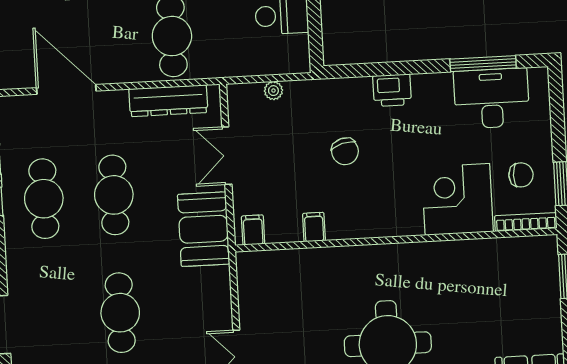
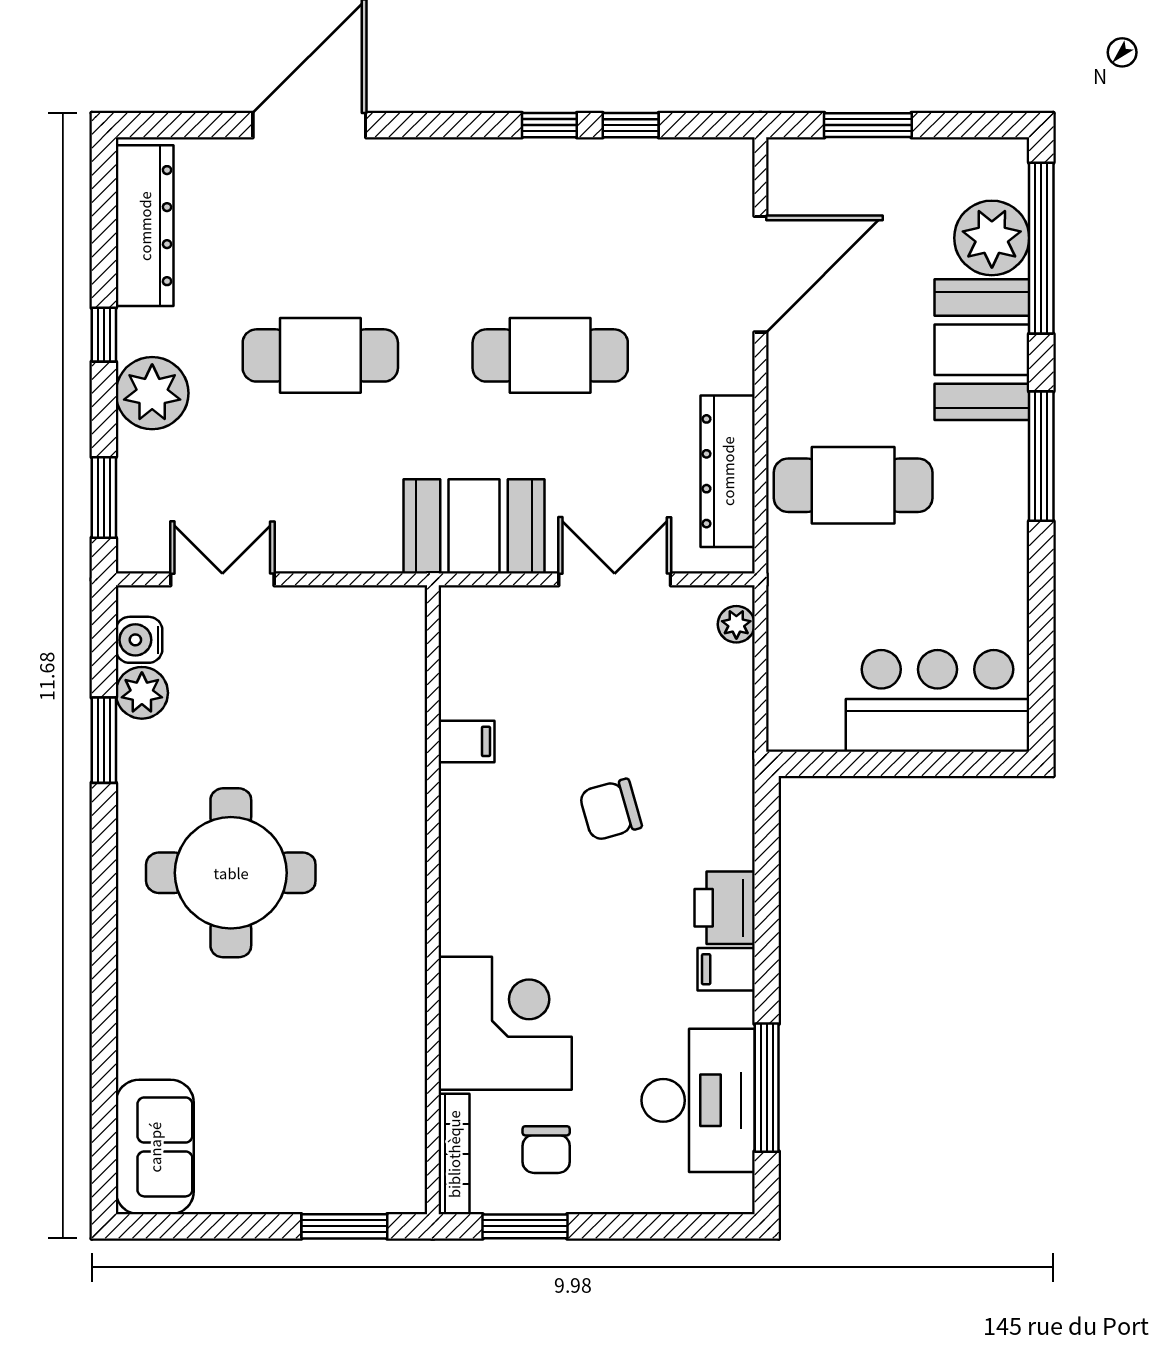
plant: (273, 91) -> (736, 624), moved
cafe table: (44, 199) -> (550, 219), removed
filing cabinet: (253, 230) -> (726, 969), moved, turned 180

